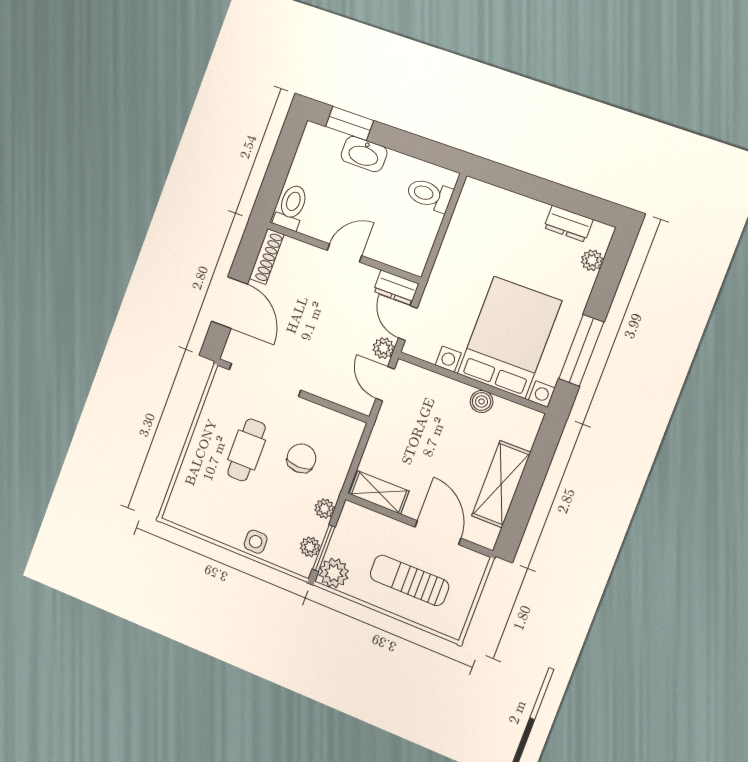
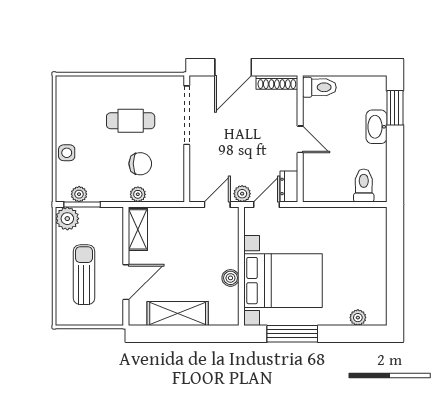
dresser: (568, 224) -> (378, 292), removed
plant: (324, 509) -> (138, 194), moved

